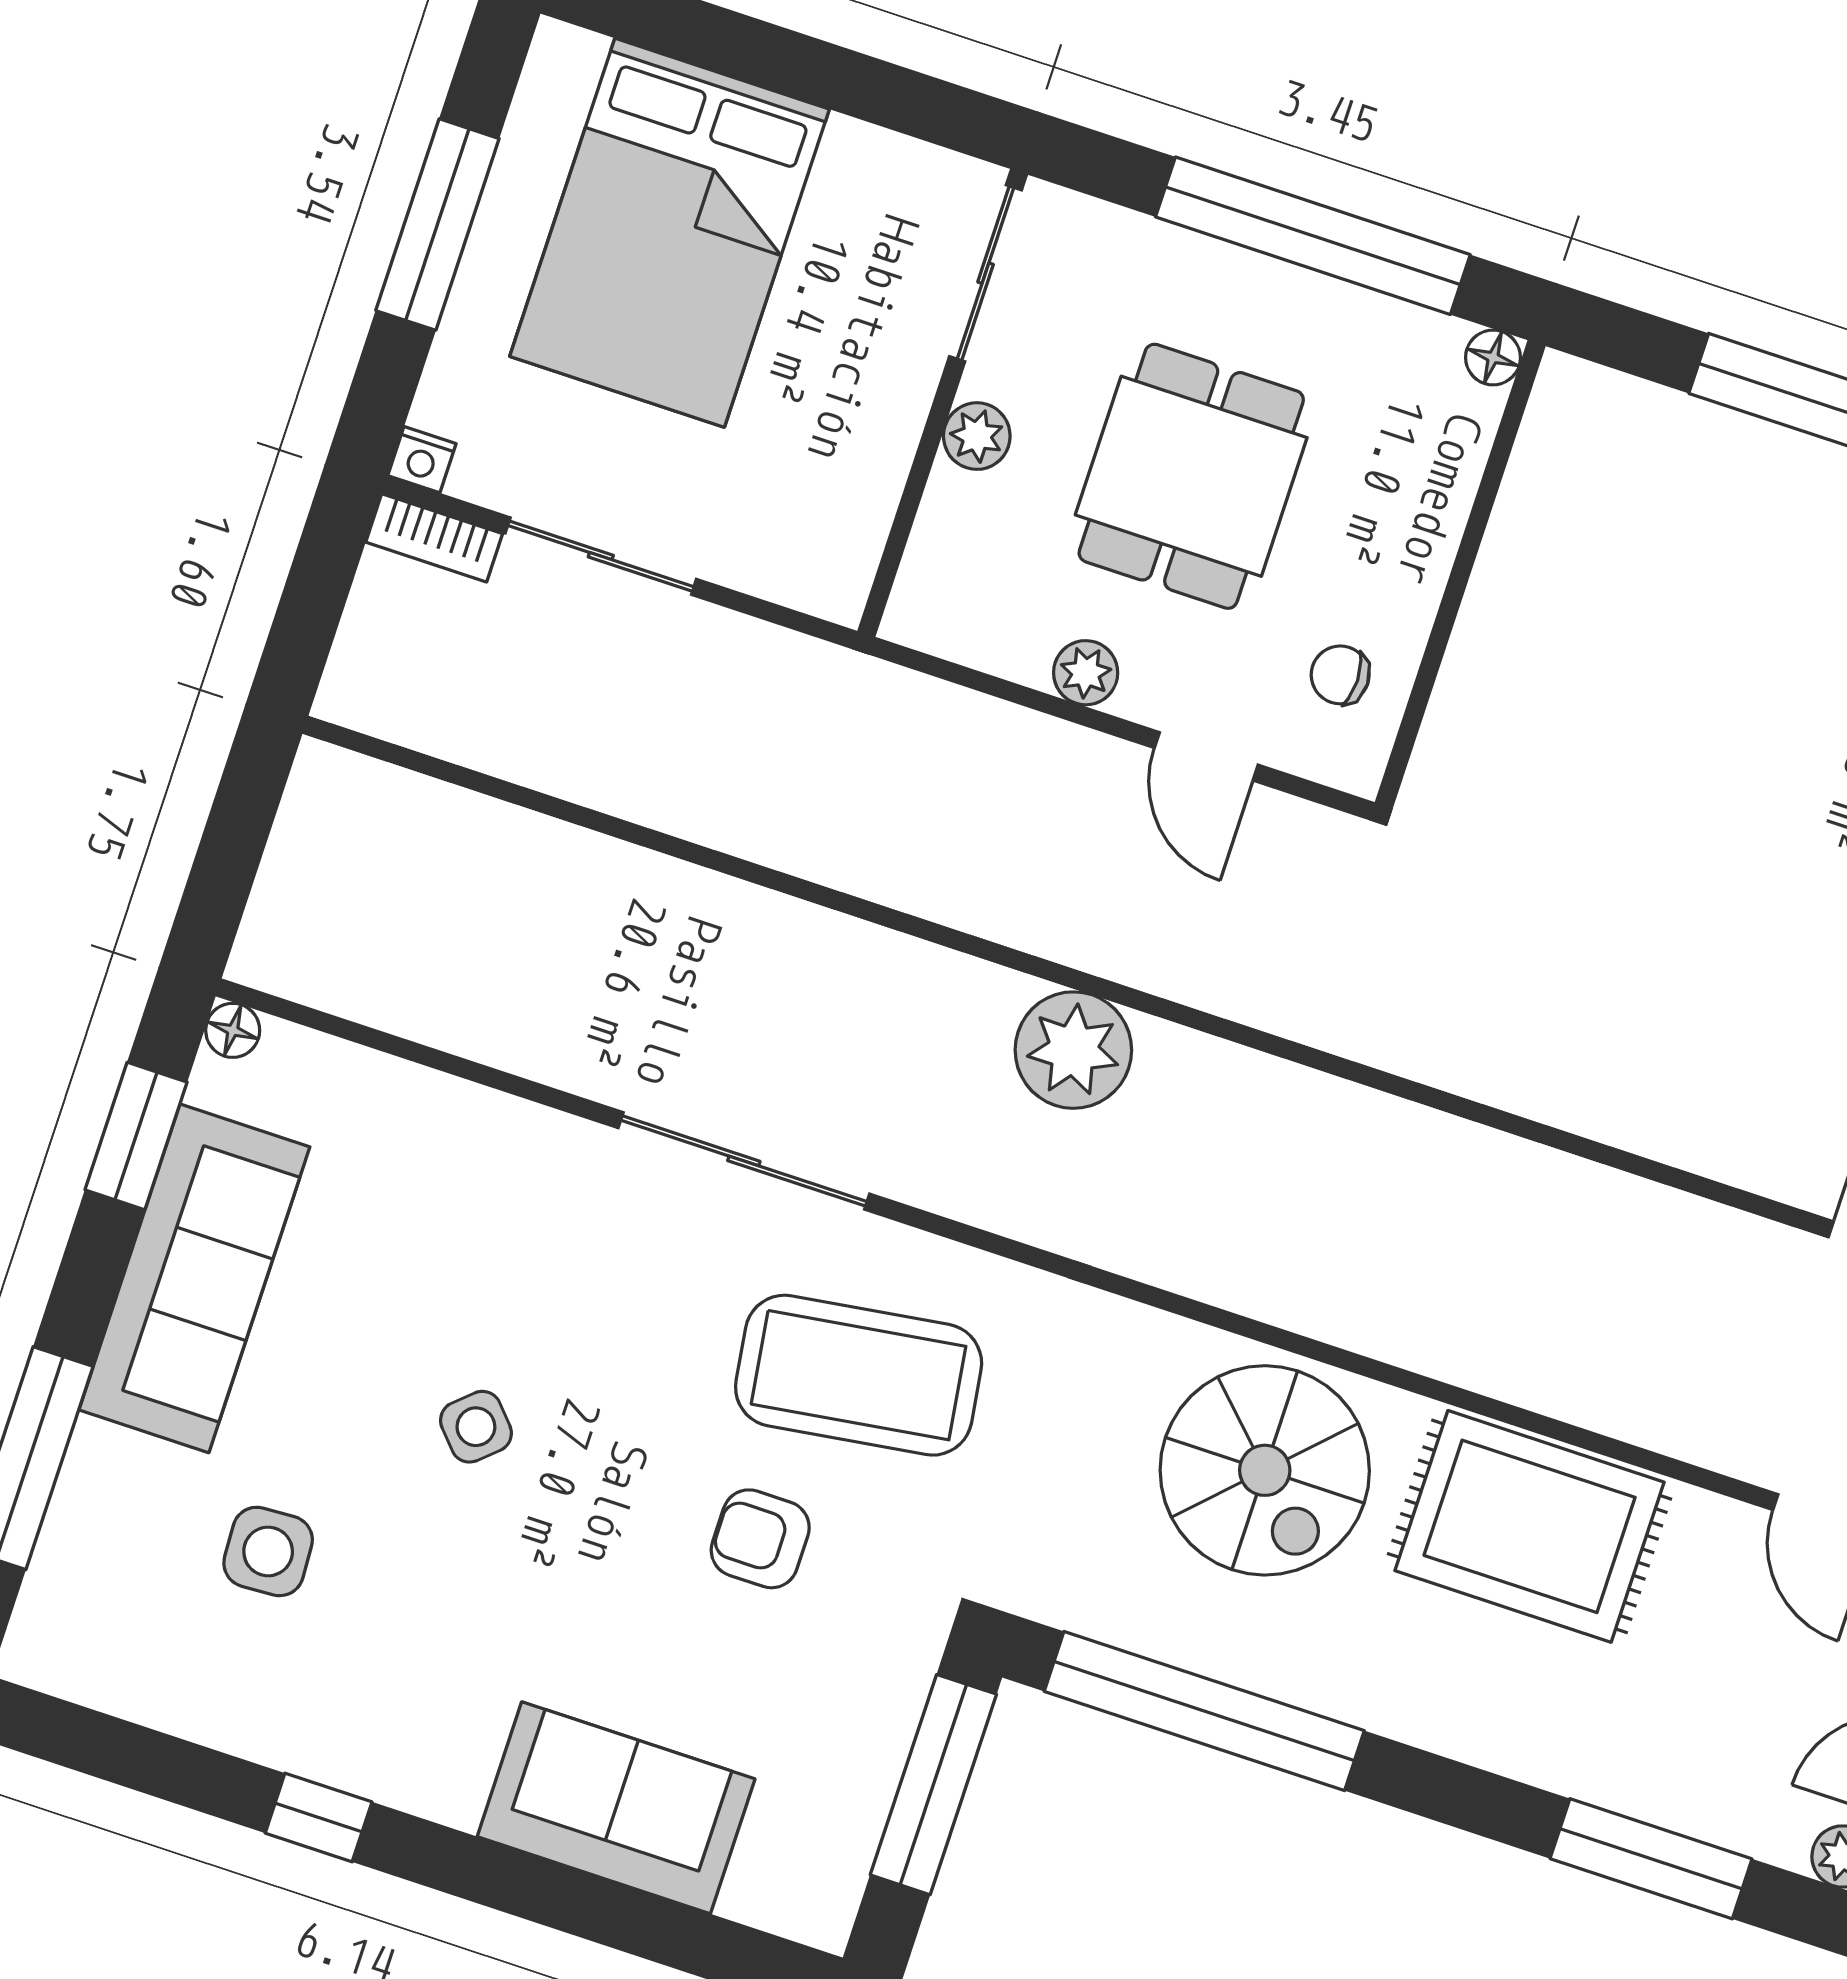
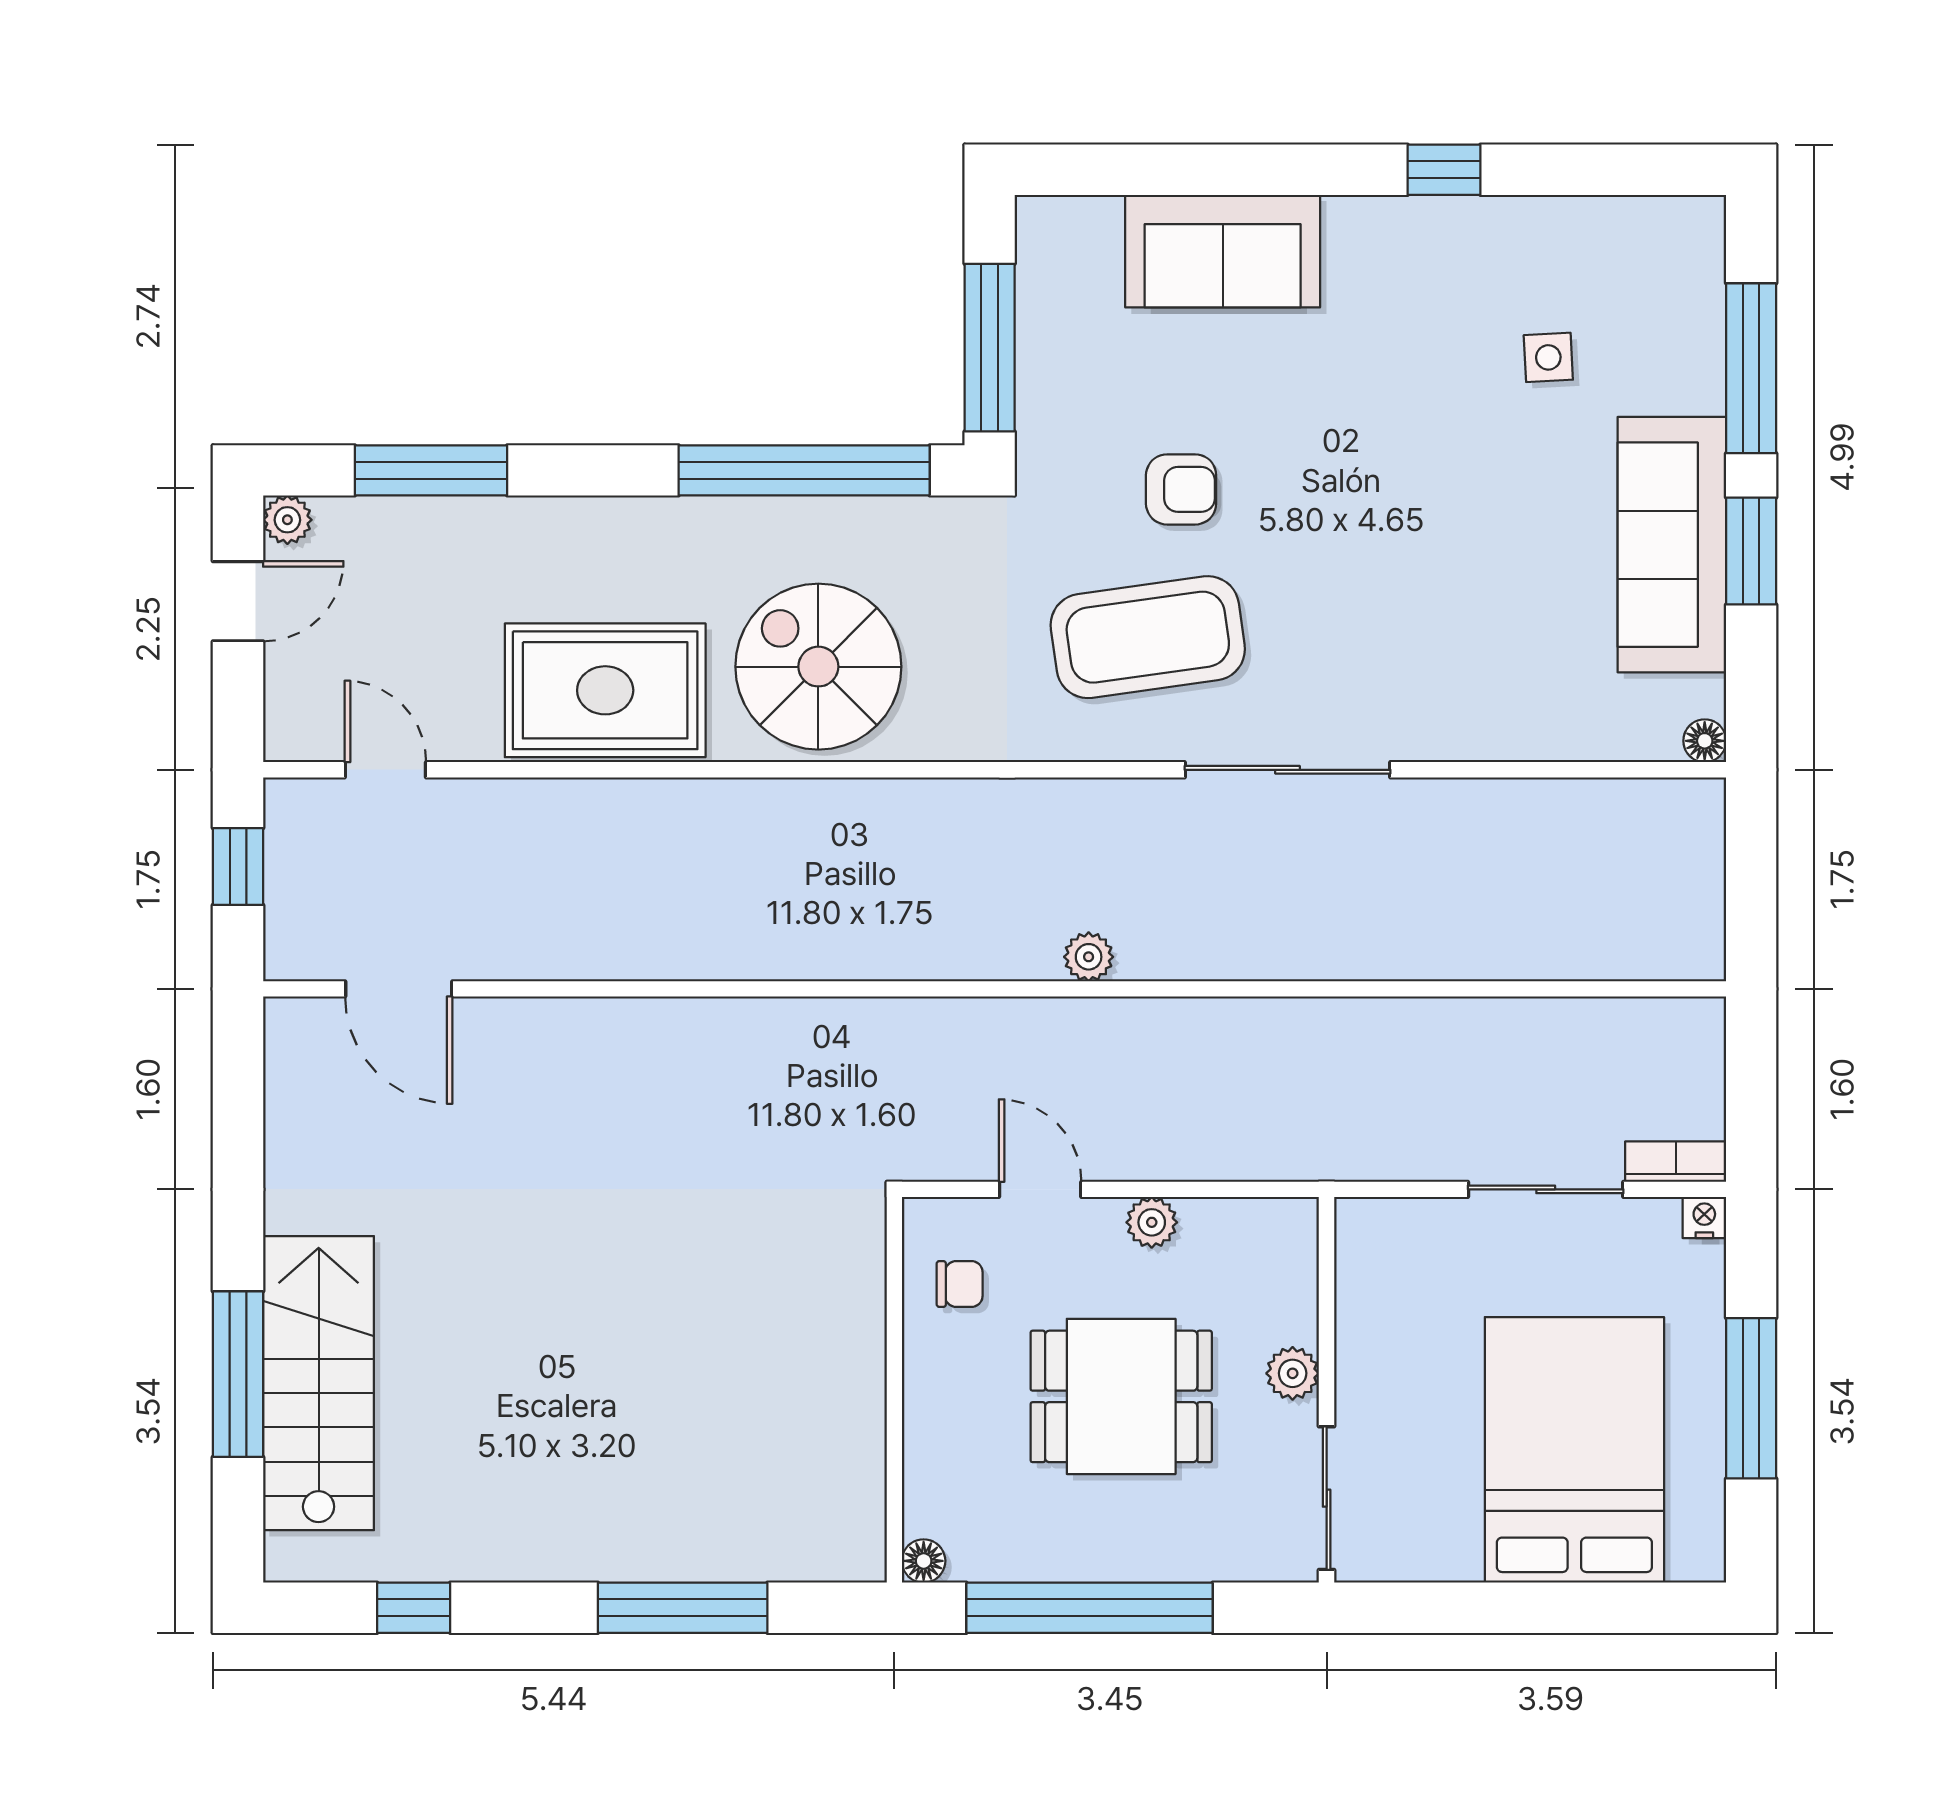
dining table: (1191, 476) -> (1121, 1396), turned 90
plant: (1073, 1050) -> (1089, 957), width x0.53, depth x0.53
window: (136, 1136) -> (1751, 551), moved
side table: (476, 1427) -> (1423, 503), removed
side table: (268, 1551) -> (1548, 357), width x0.73, depth x0.73

